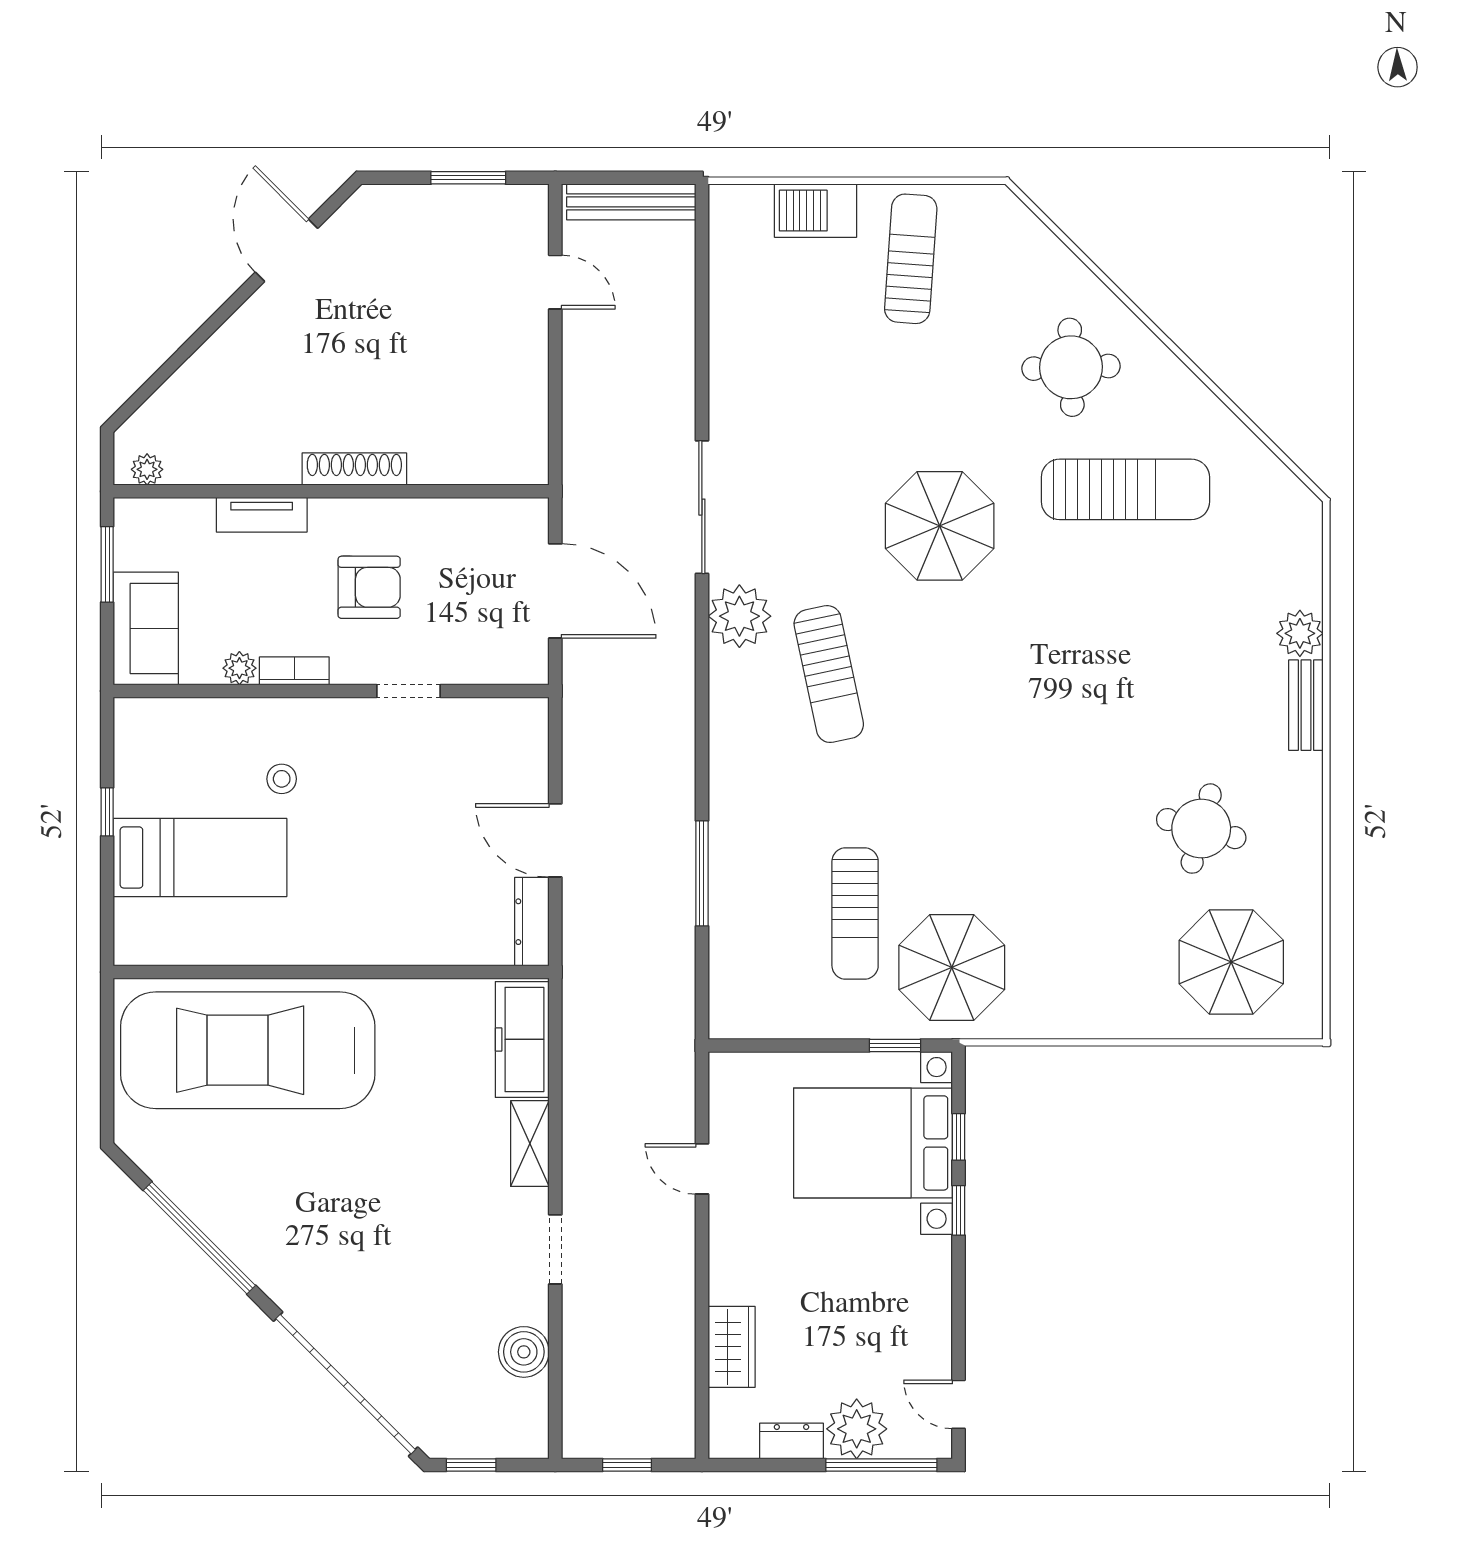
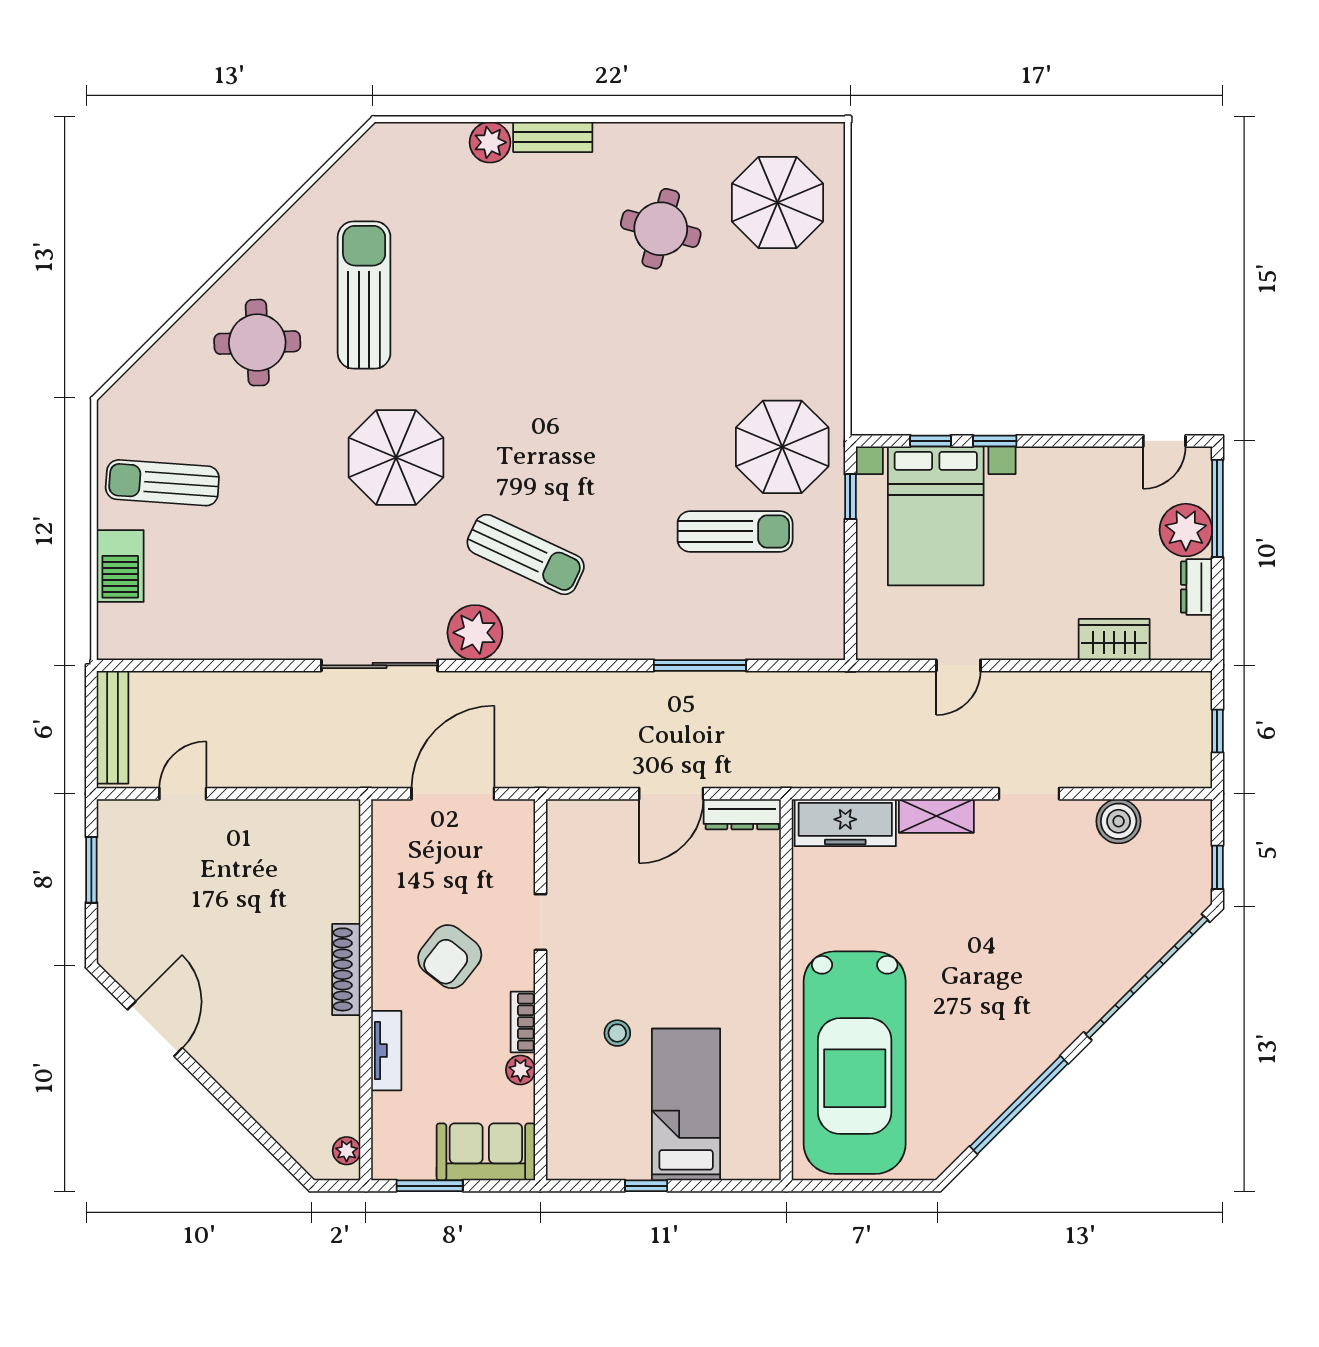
door: (286, 250) -> (155, 1029), swing flipped
armchair: (369, 587) -> (450, 957), turned -142
sun lounger: (829, 674) -> (526, 554), turned 37

